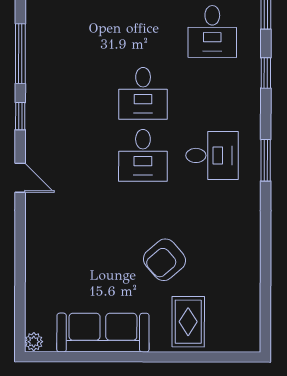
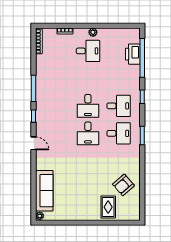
desk: (212, 31) -> (119, 106), moved, turned -90
armchair: (164, 260) -> (123, 185), moved
sofa: (103, 333) -> (44, 191), moved, turned 90

